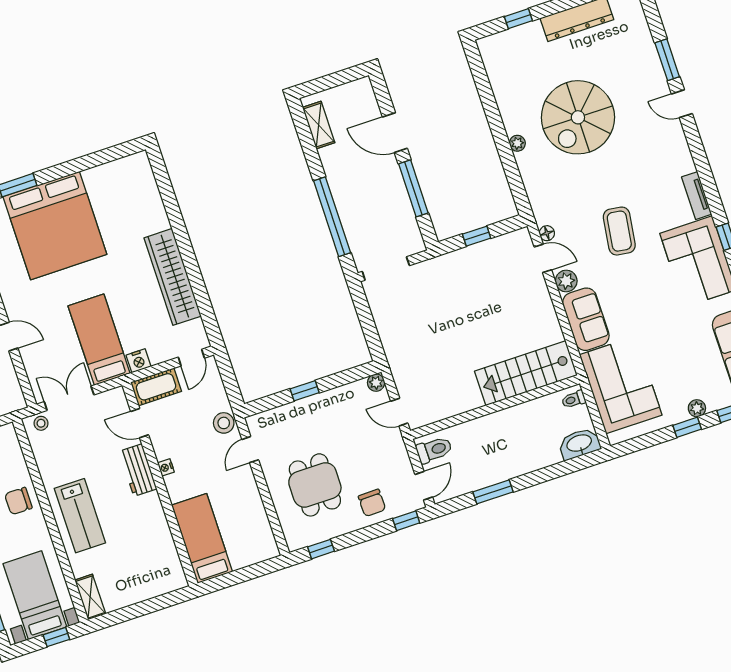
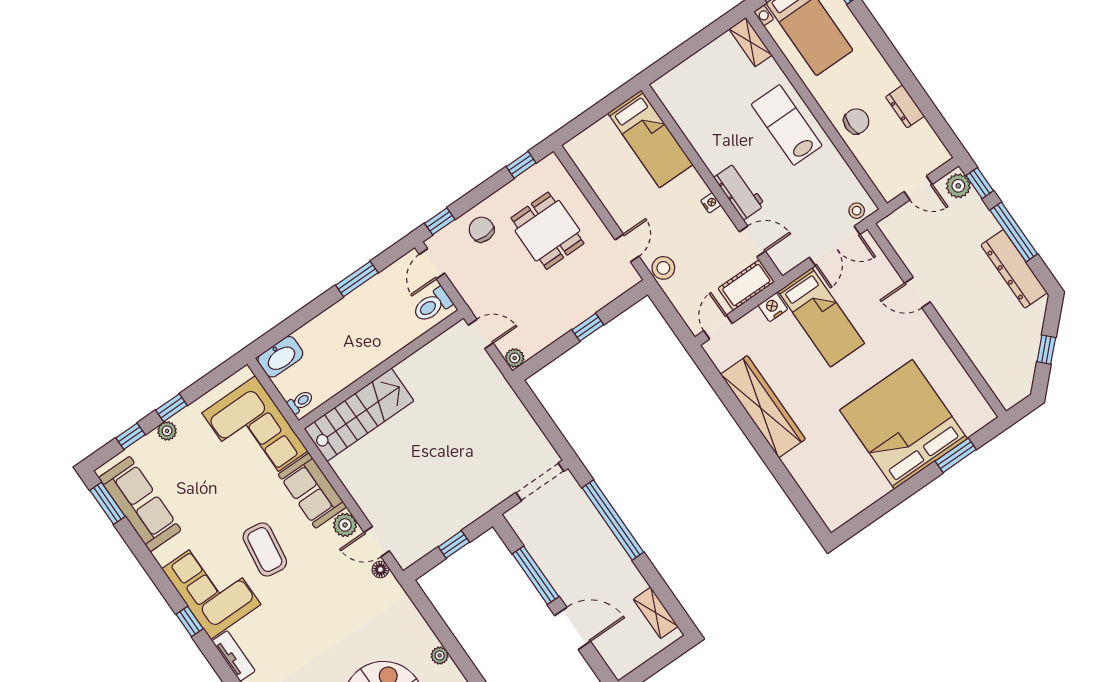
coffee table: (619, 231) -> (265, 550), moved

